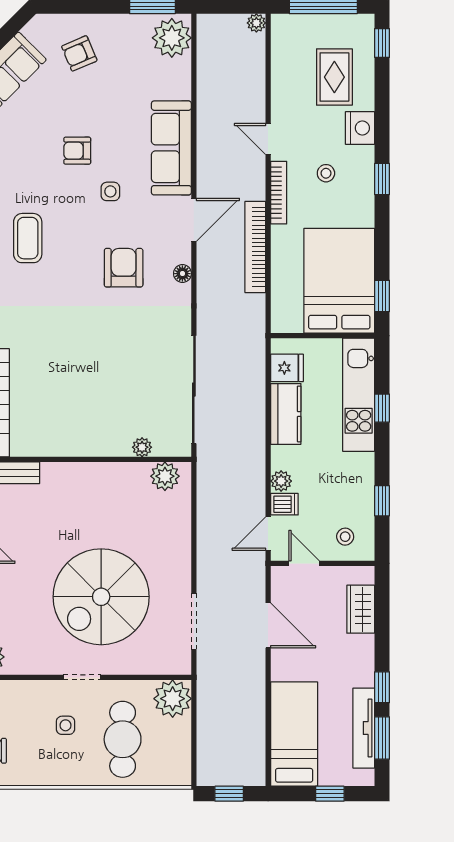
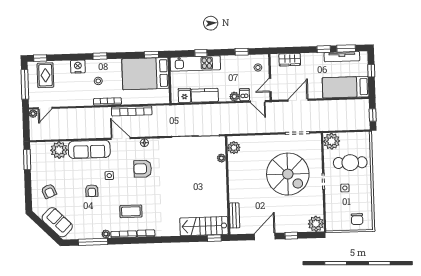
plant: (172, 38) -> (59, 150), moved
rug: (334, 77) -> (45, 75), moved, turned 90
door: (268, 139) -> (45, 108), moved

